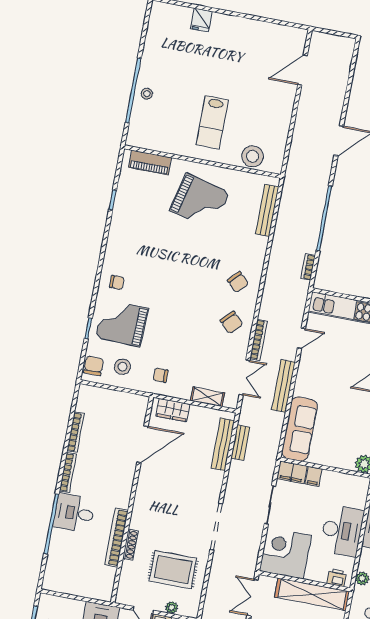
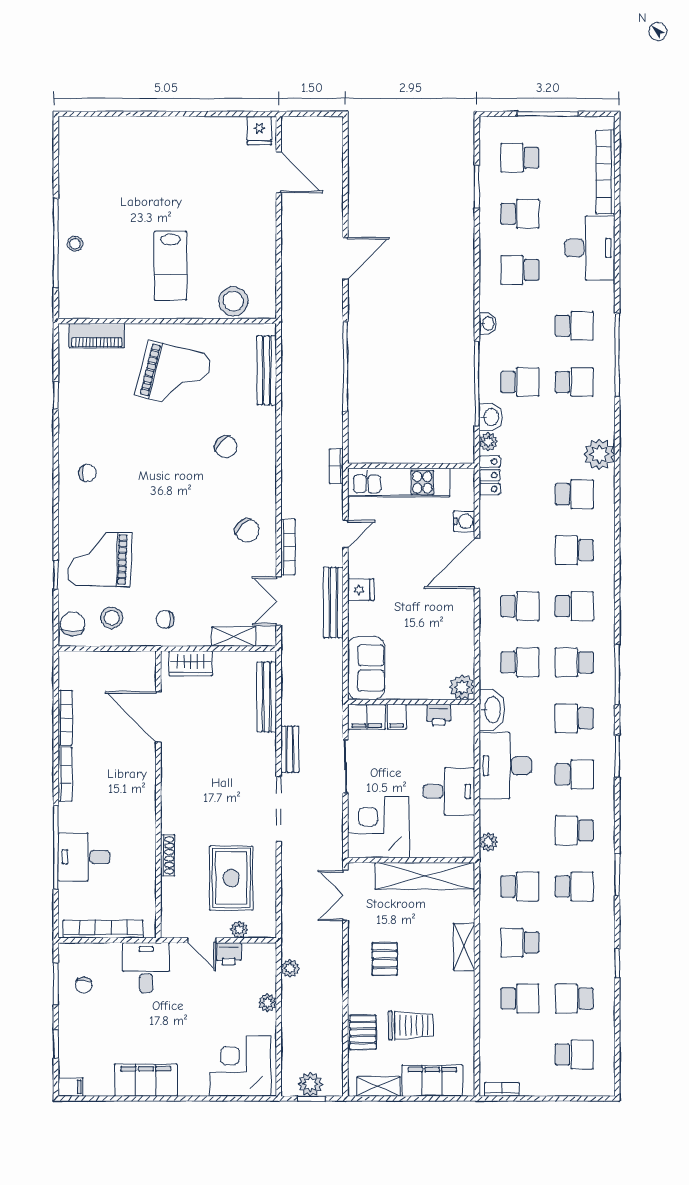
fridge: (201, 20) -> (259, 131), moved
door: (302, 70) -> (279, 172), swing flipped
bookcase: (308, 267) -> (336, 466), moved
chair: (117, 282) -> (87, 473), moved
chair: (238, 282) -> (226, 447), moved
double door: (244, 377) -> (279, 601), swing flipped
fridge: (305, 380) -> (361, 590), added
sofa: (300, 429) -> (366, 668), width x0.73
bench: (240, 443) -> (290, 749), moved
door: (142, 444) -> (158, 717), swing flipped
desk: (74, 513) -> (84, 857), moved
desk: (342, 531) -> (449, 791), width x0.73
bookcase: (116, 538) -> (103, 929), moved, turned 90
rug: (173, 570) -> (231, 878), turned 90
printer: (337, 578) -> (439, 715), moved, turned 180

